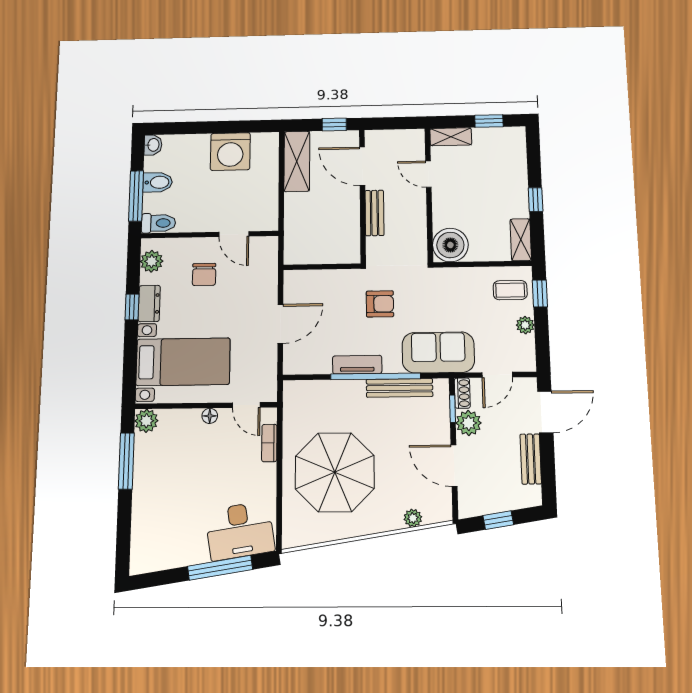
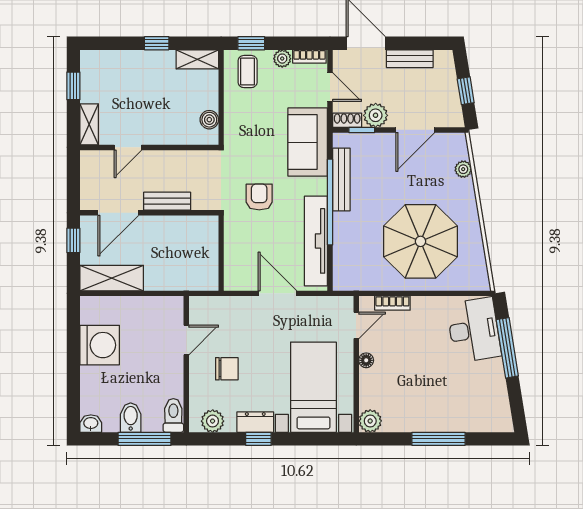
boiler: (450, 245) -> (209, 120), width x0.54, depth x0.54
bookcase: (529, 353) -> (309, 56), added
tv unit: (357, 365) -> (316, 241), width x1.92, depth x1.29
window: (126, 461) -> (438, 439), moved

